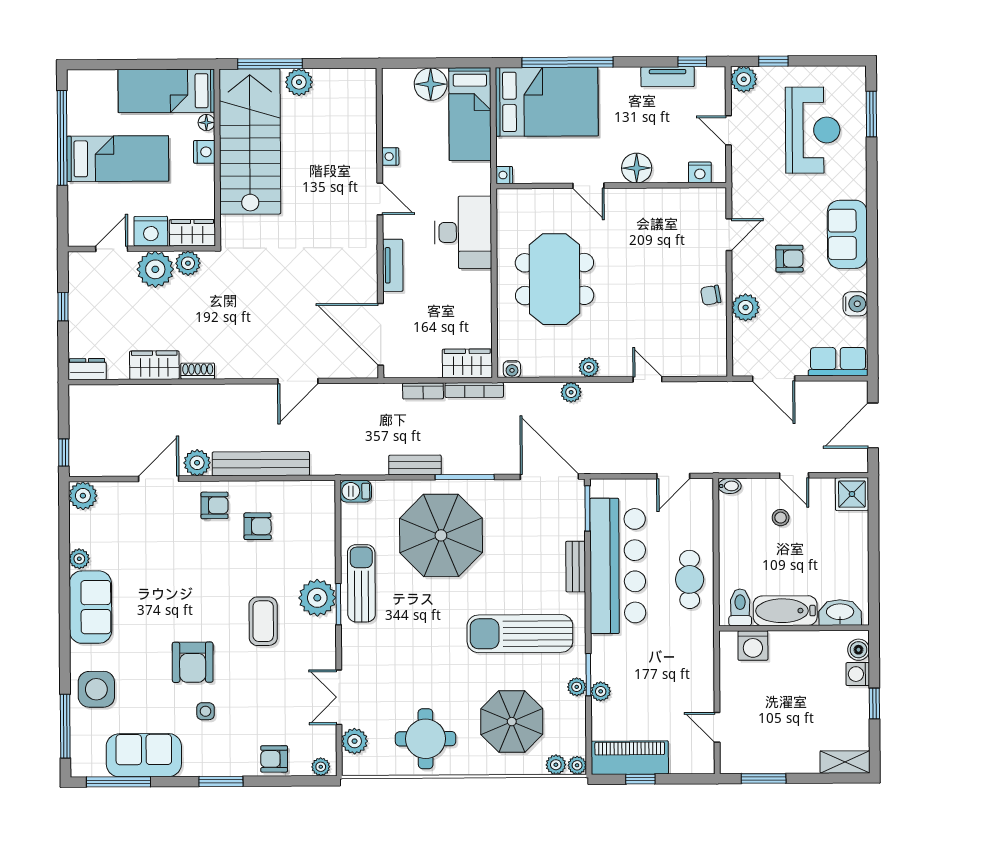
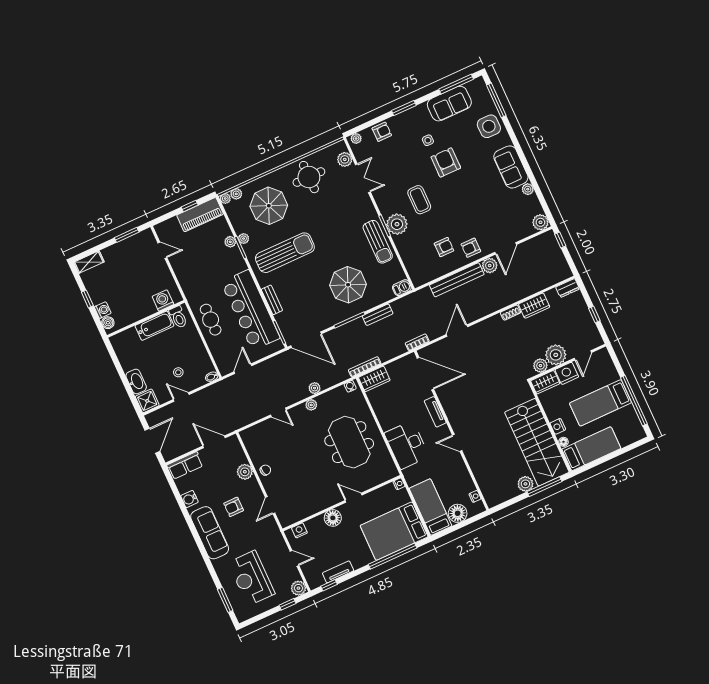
nightstand: (390, 157) -> (475, 496), moved
sofa: (847, 234) -> (210, 533), width x1.36
bookcase: (423, 391) -> (417, 342), moved
armchair: (258, 526) -> (444, 247), turned 180
parasol: (441, 535) -> (348, 285), width x0.73, depth x0.73
washbasin: (840, 612) -> (136, 382), moved, turned -90

